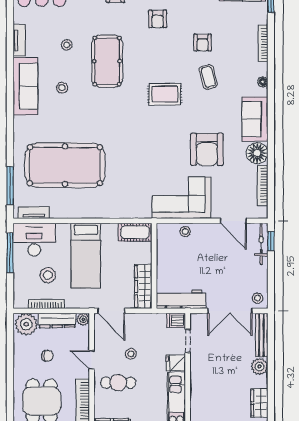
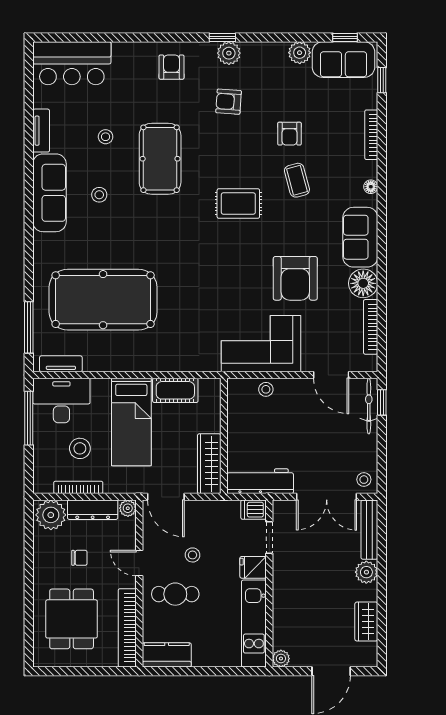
armchair: (158, 19) -> (229, 102), turned 94
cot: (135, 232) -> (175, 390), moved

